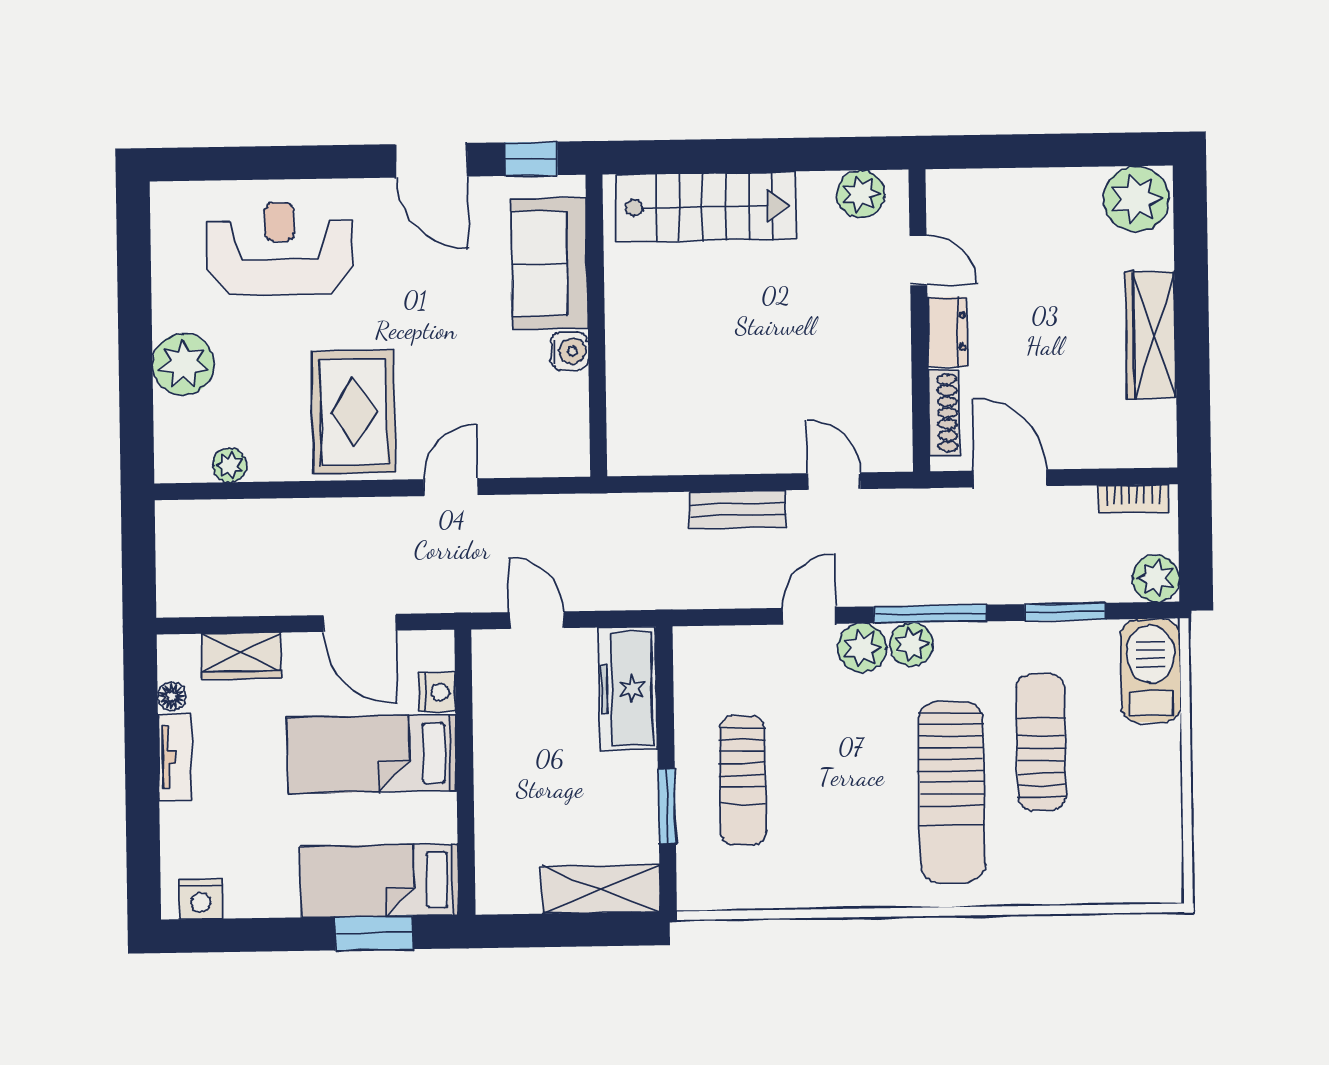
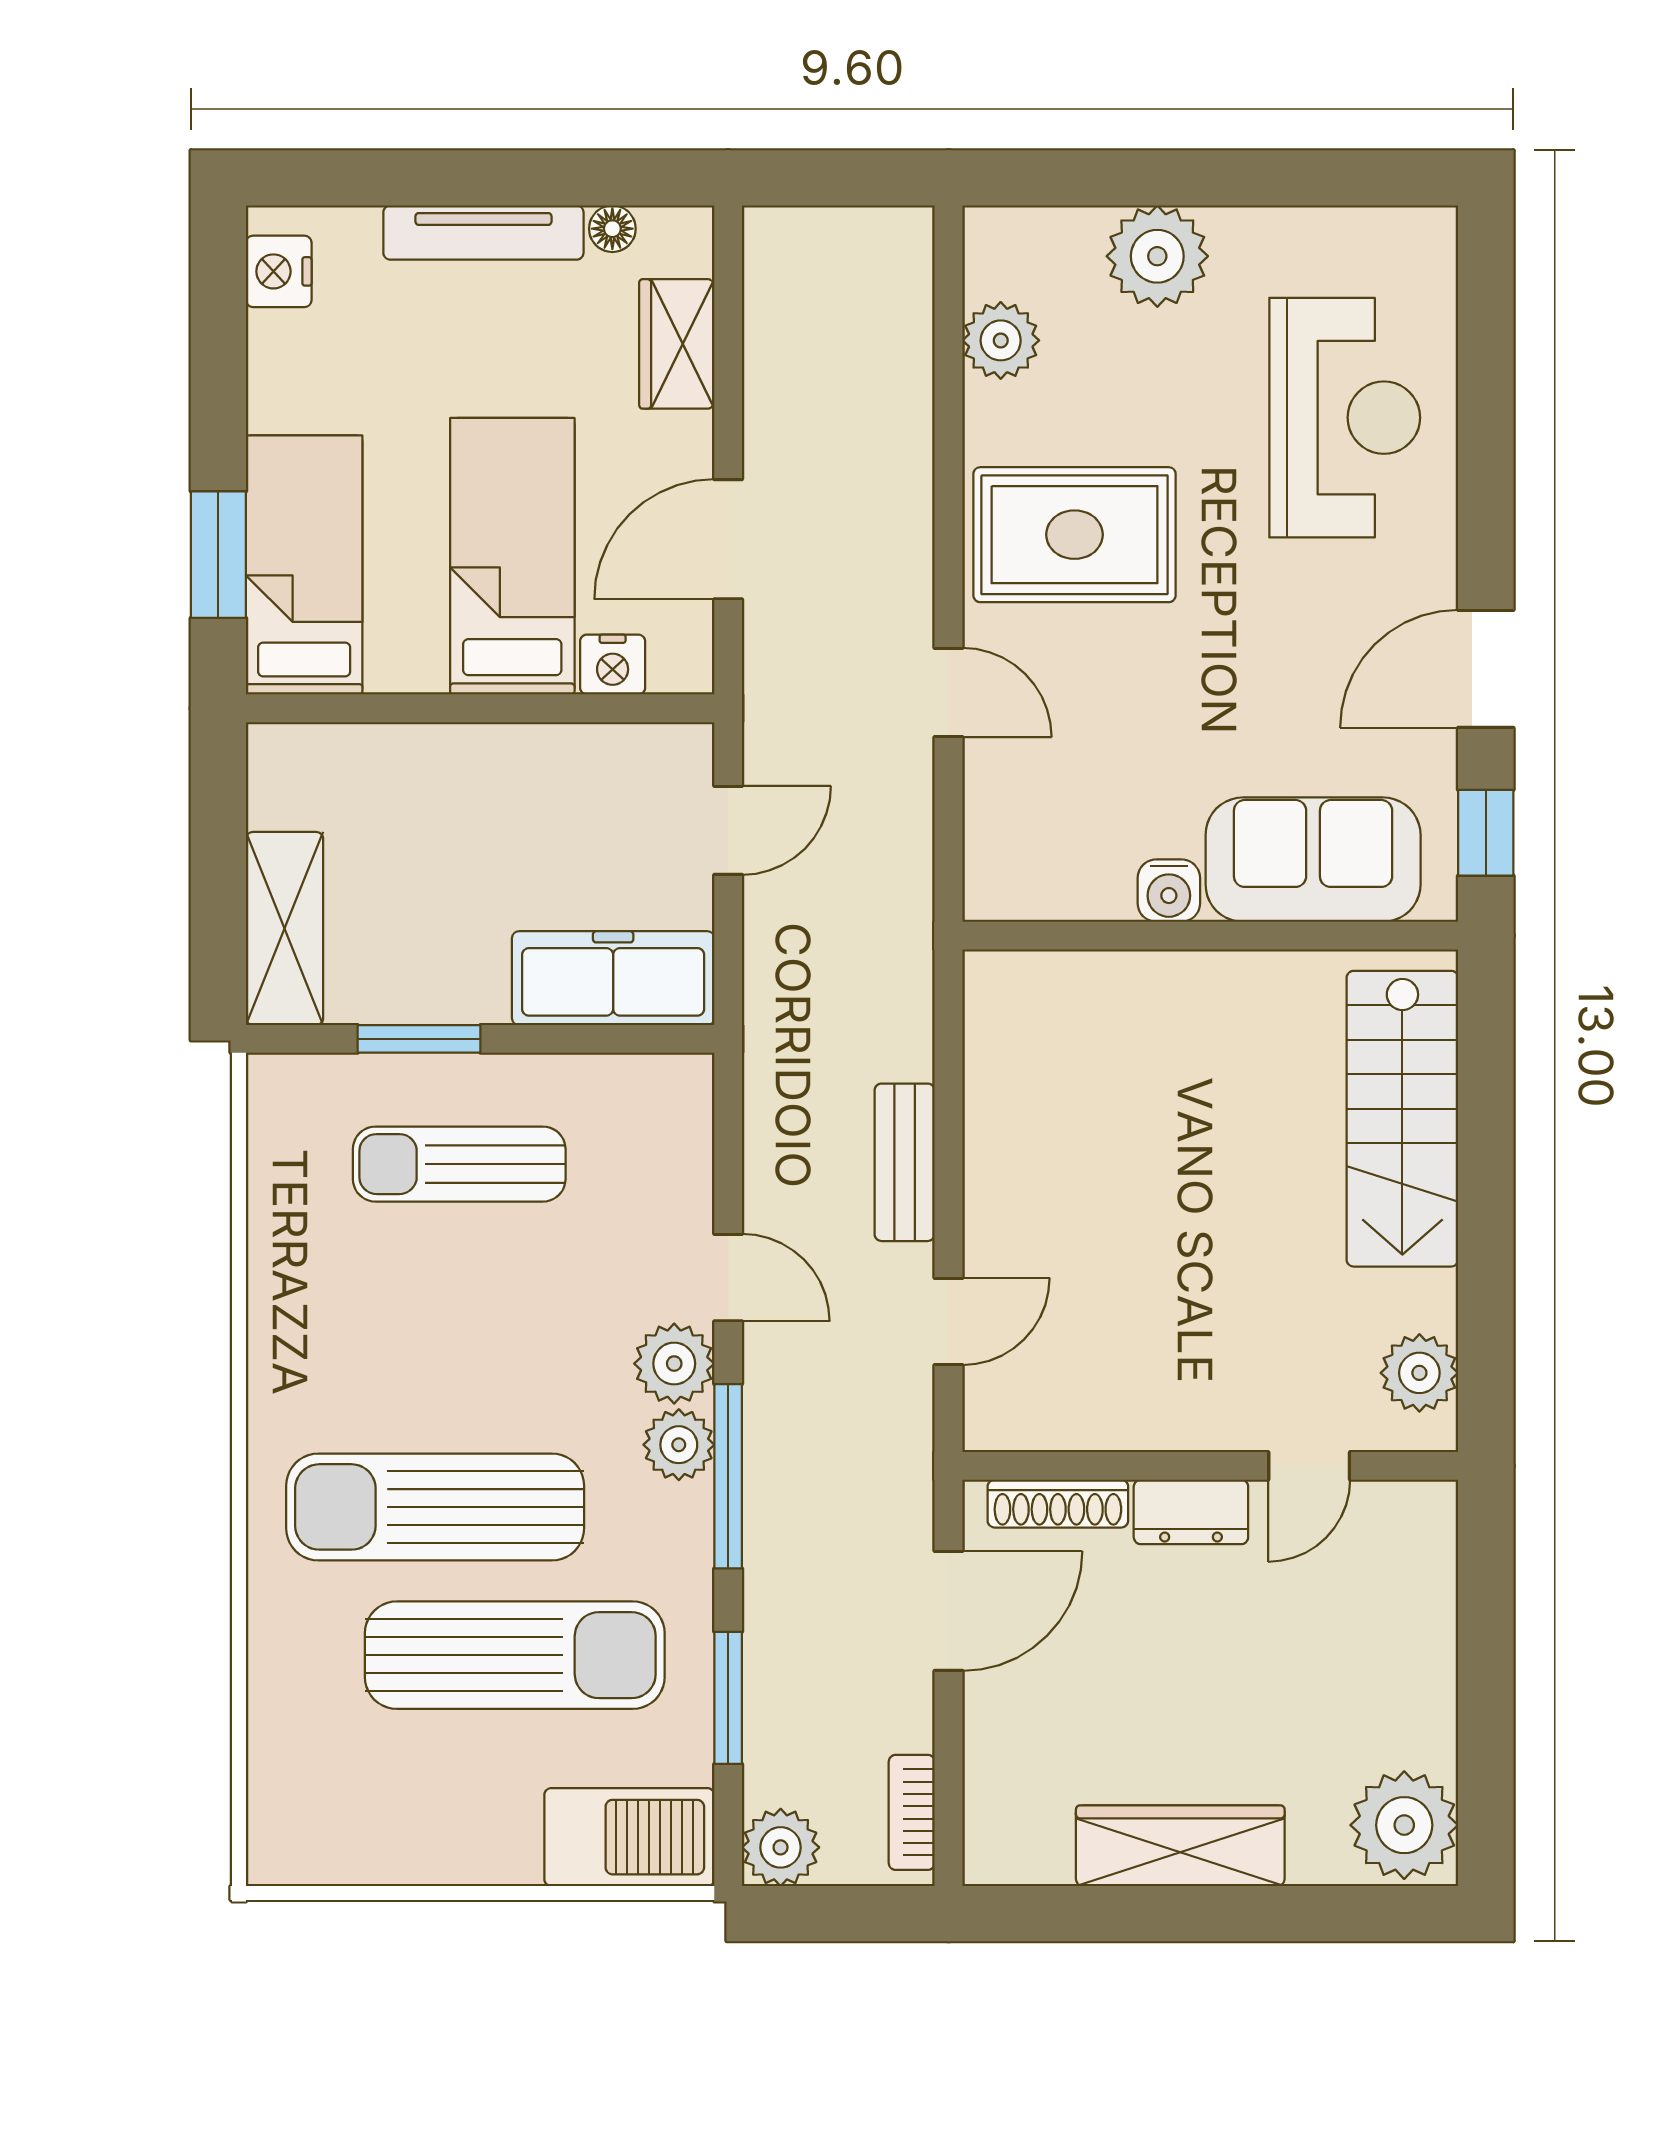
plant: (230, 465) -> (1001, 340), width x1.38, depth x1.38
sun lounger: (1041, 742) -> (515, 1655), width x1.36, depth x1.34
tv unit: (175, 757) -> (483, 233), width x1.41

